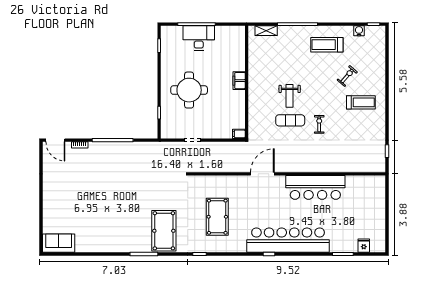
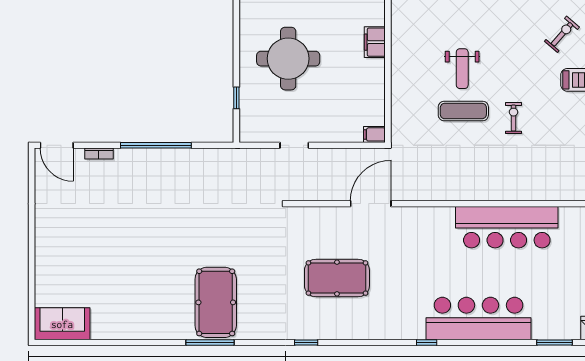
door: (262, 174) -> (371, 204), moved
pool table: (217, 217) -> (337, 278), turned 90
pool table: (164, 231) -> (216, 302), moved
bar counter: (288, 240) -> (478, 318), width x0.73

